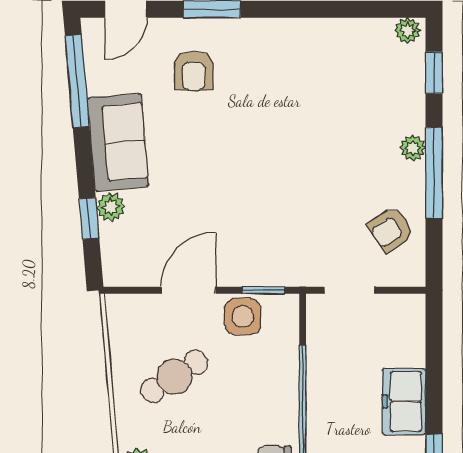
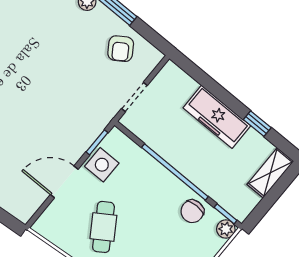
door: (188, 290) -> (64, 182), hinge flipped
freezer: (404, 401) -> (217, 117), width x1.40

